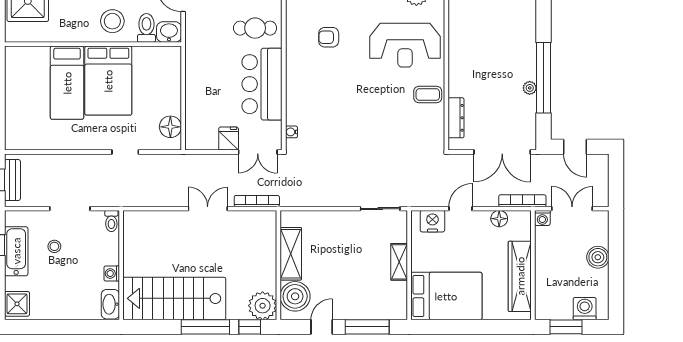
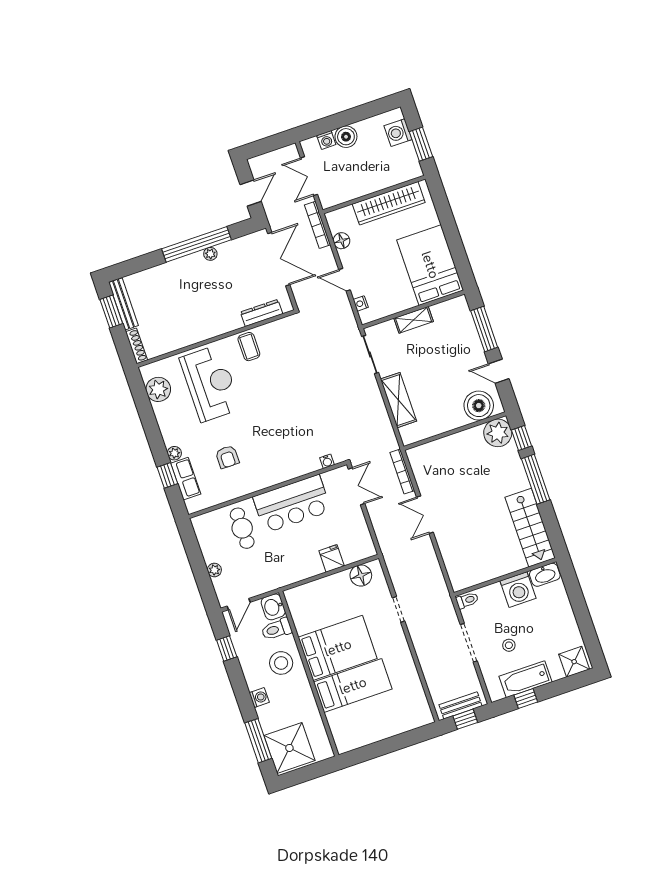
fridge: (229, 139) -> (332, 558), moved, turned 90
washing machine: (542, 218) -> (326, 140), moved, turned 90
nightstand: (432, 221) -> (361, 303), width x0.53, depth x0.56
shelving: (291, 254) -> (398, 400), moved, turned 90
washing machine: (112, 273) -> (518, 590), width x1.89, depth x1.89
stairs: (174, 298) -> (530, 528), width x0.73, depth x0.66

